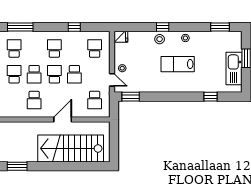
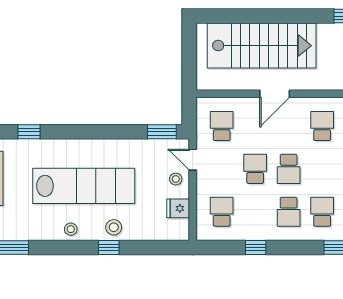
fridge: (121, 37) -> (178, 208), moved
school desk: (95, 48) -> (222, 212), turned 180
lab bench: (178, 64) -> (84, 186), width x1.86, depth x1.39
school desk: (34, 74) -> (322, 212), moved

